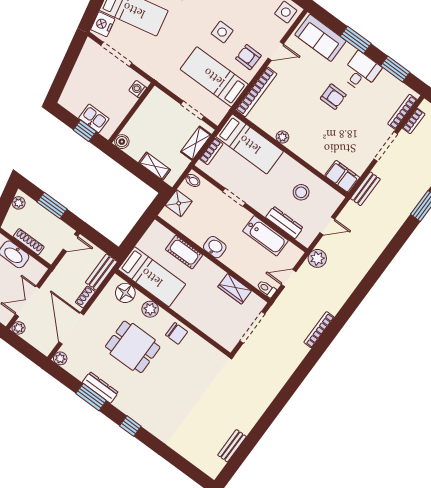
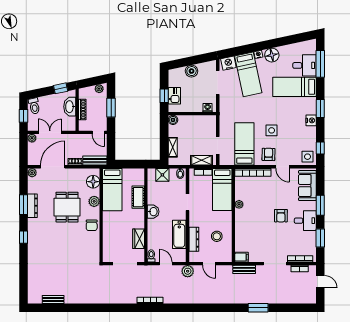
boiler: (79, 76) -> (192, 71), added
filing cabinet: (342, 177) -> (241, 257), width x0.50

